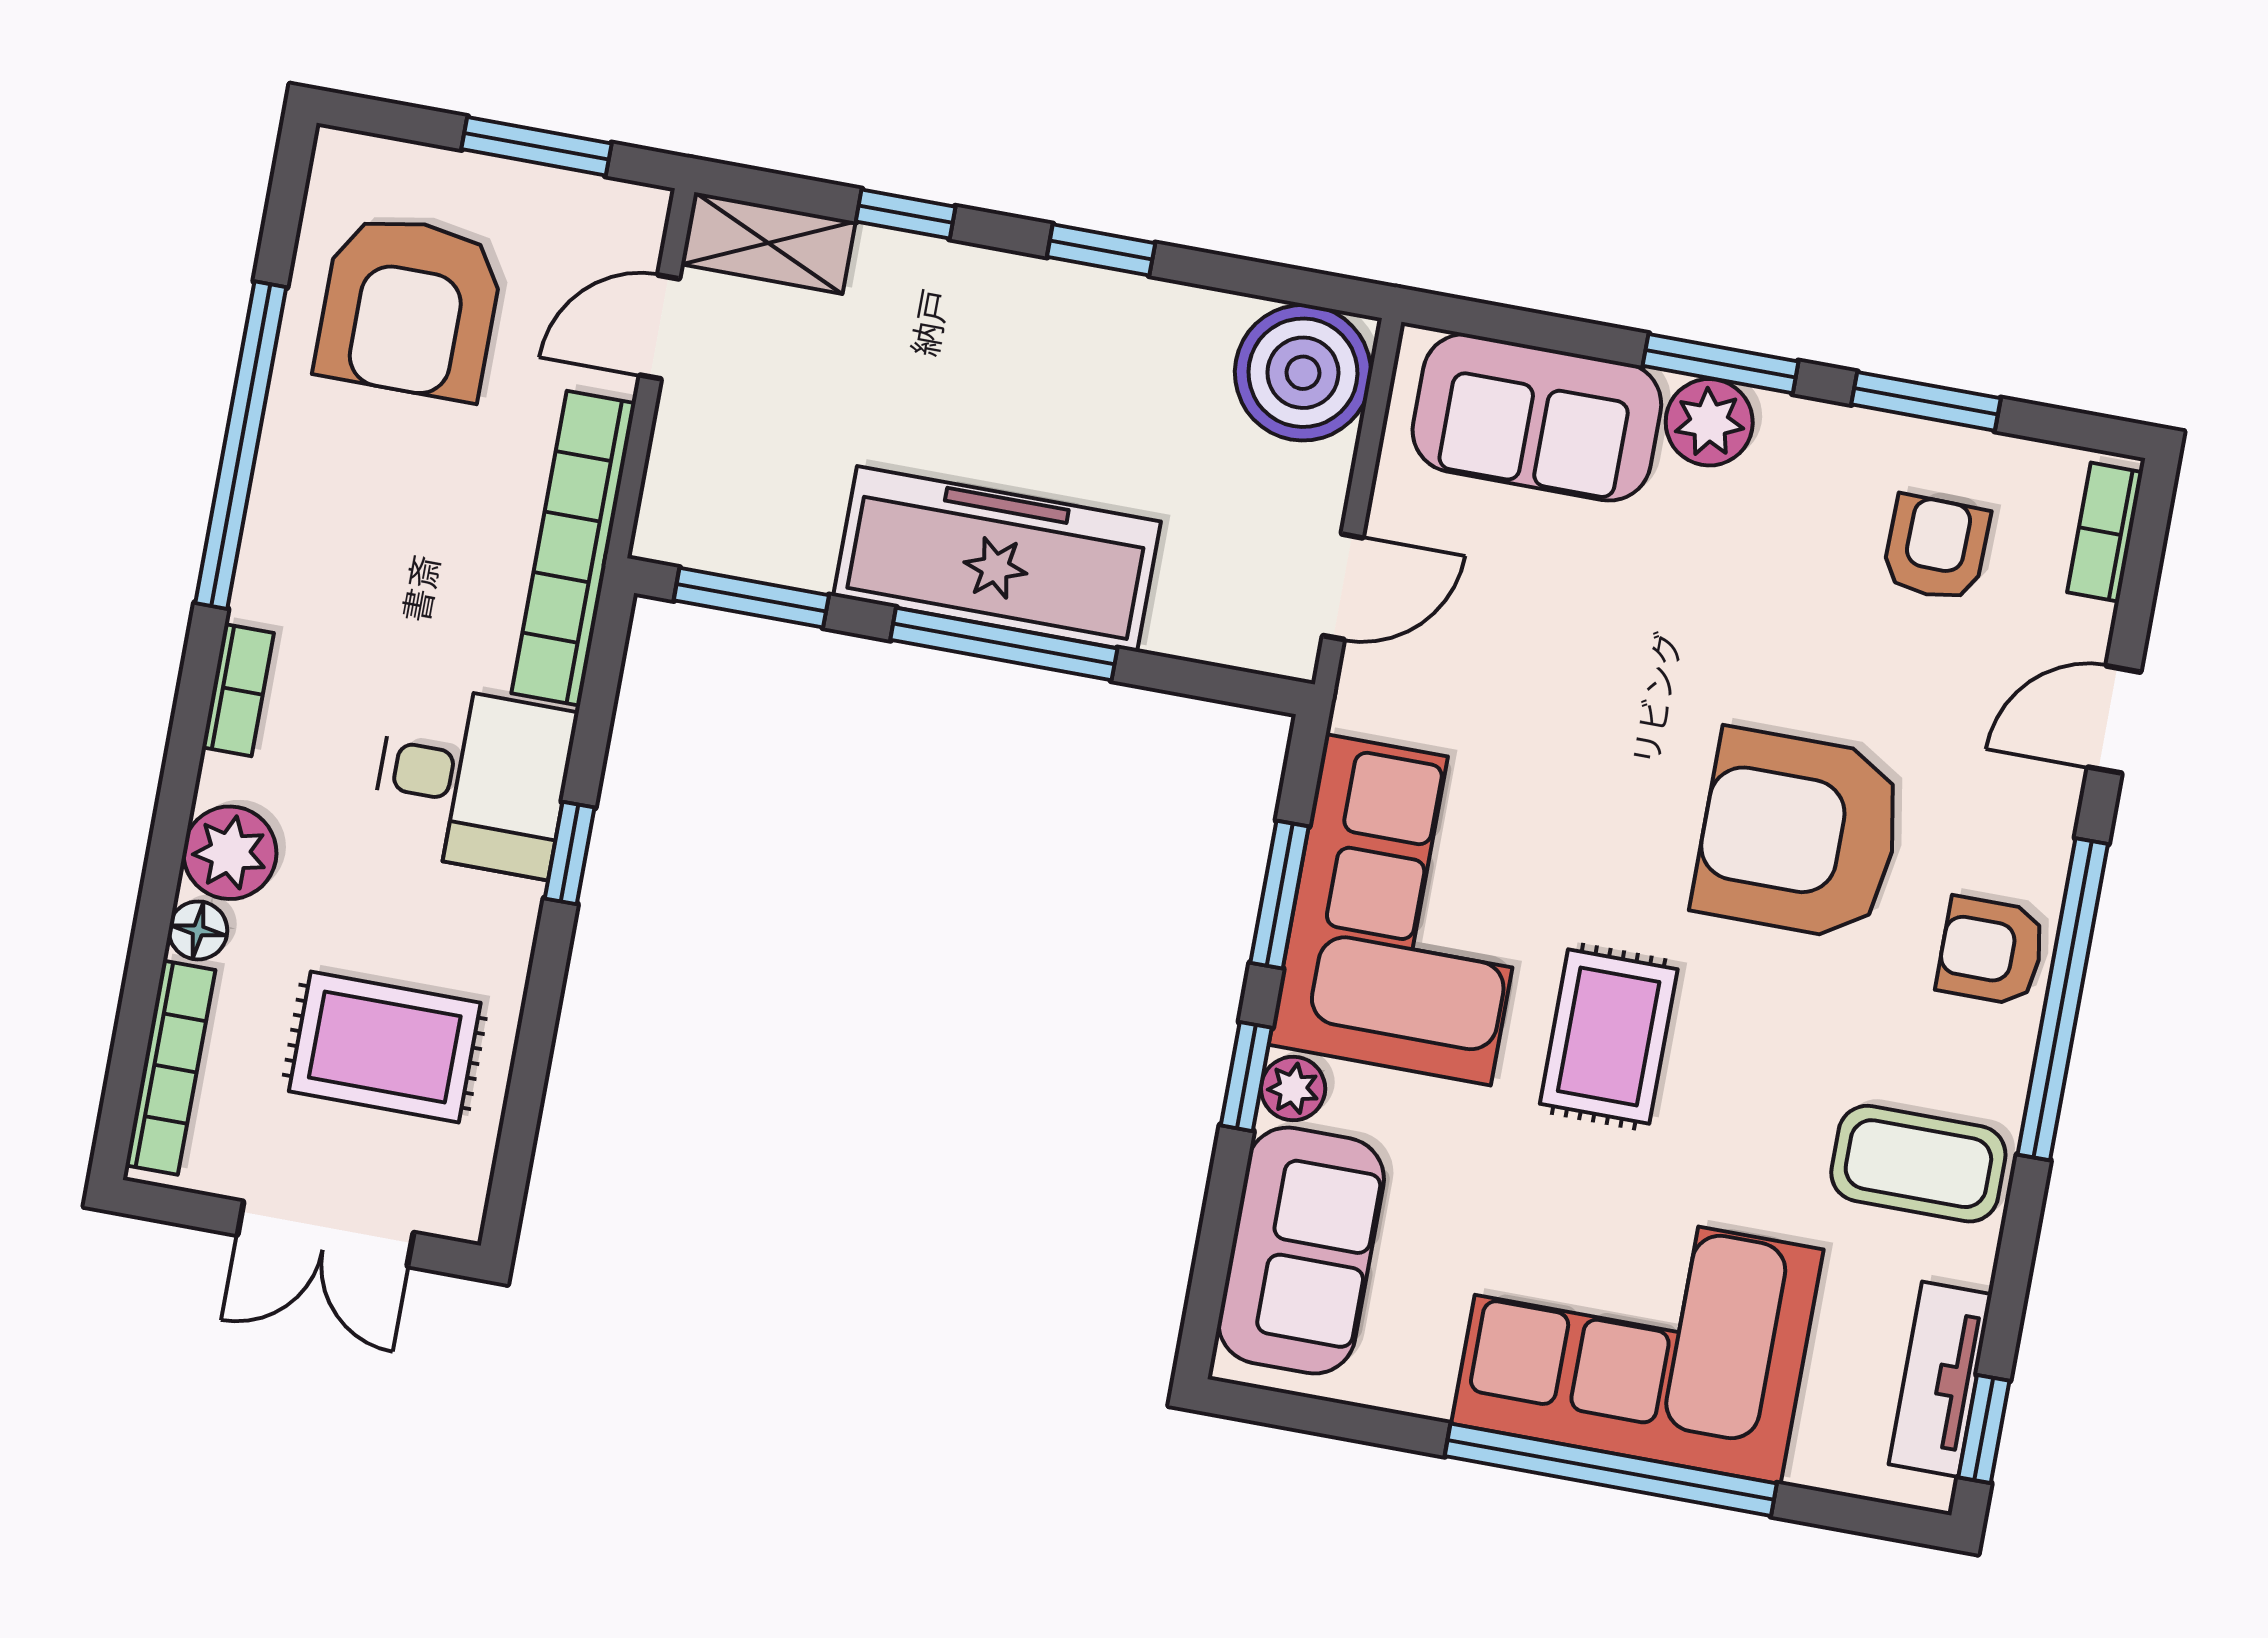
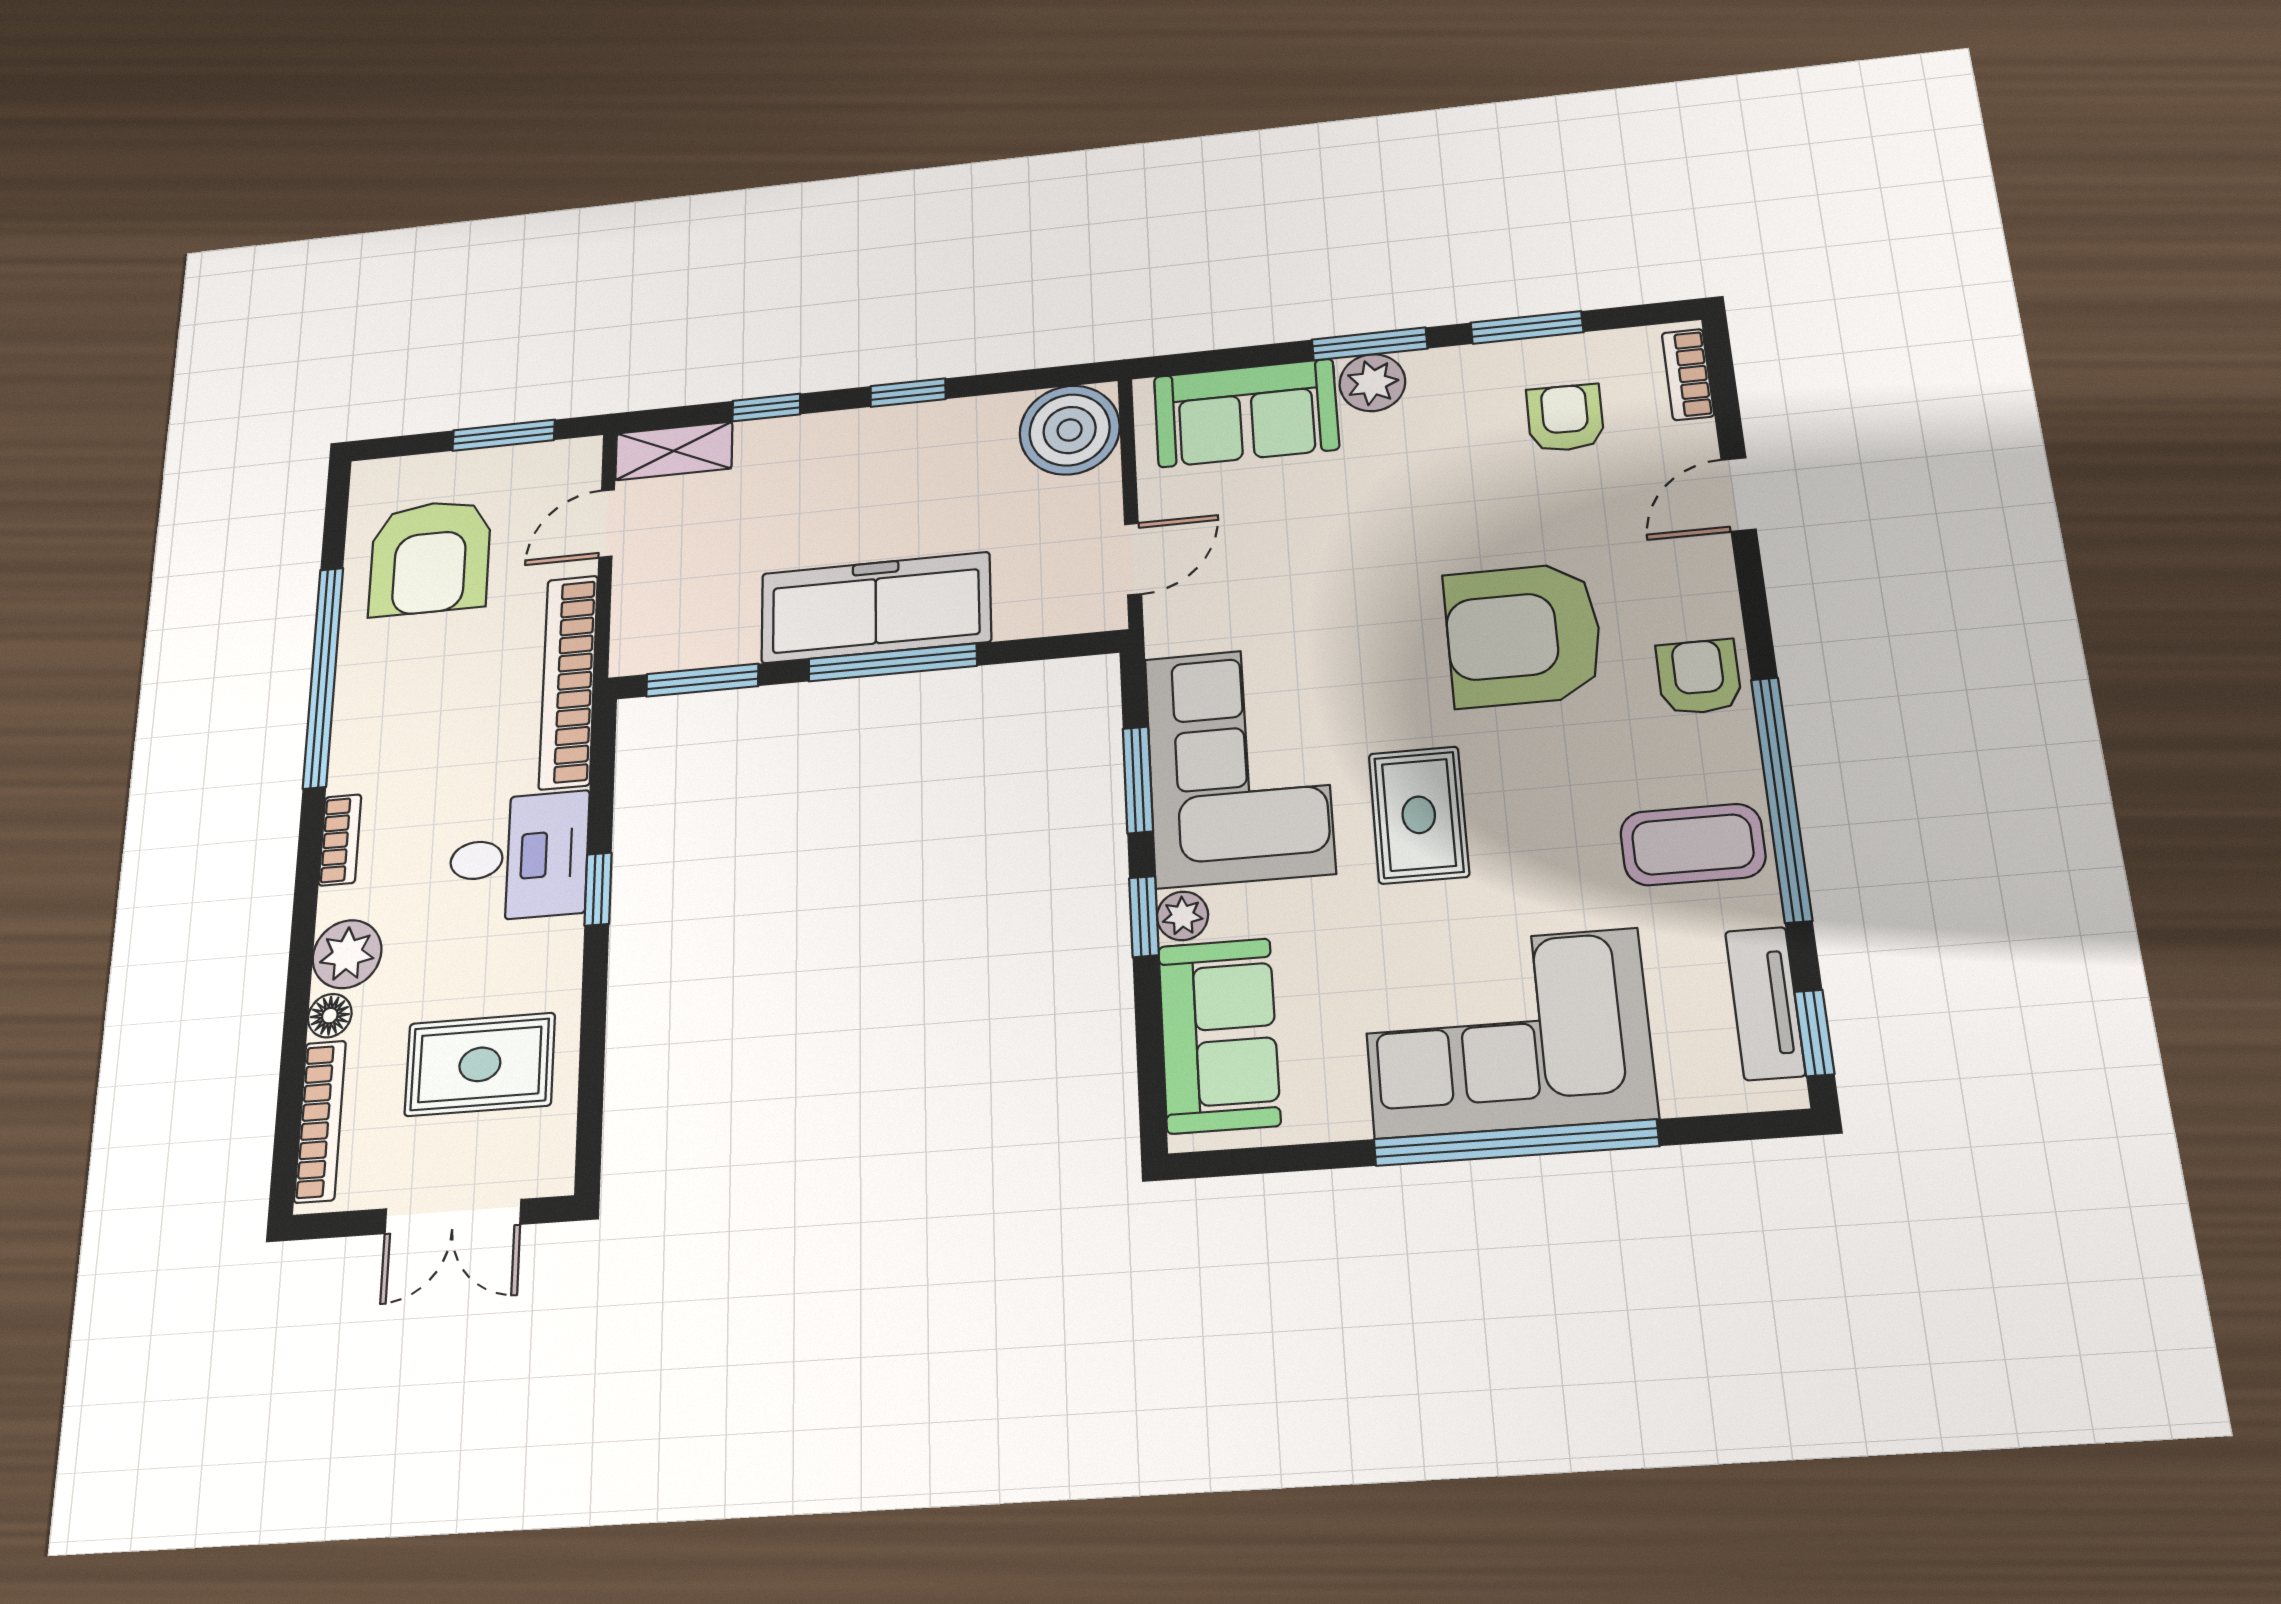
armchair: (1991, 951) -> (1699, 677), turned 90
window: (2063, 999) -> (1781, 798), moved

